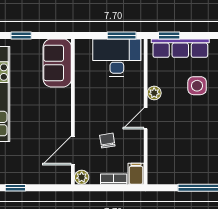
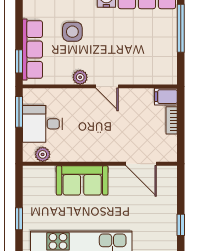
desk: (117, 58) -> (42, 124), width x0.73
sofa: (57, 63) -> (82, 180), moved
chair: (107, 141) -> (131, 127), removed
plant: (82, 177) -> (43, 154), moved

